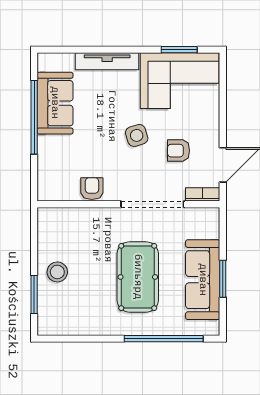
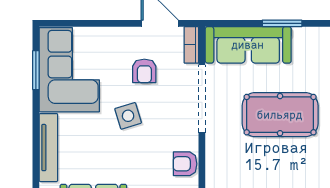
sofa: (203, 280) -> (248, 45), moved

